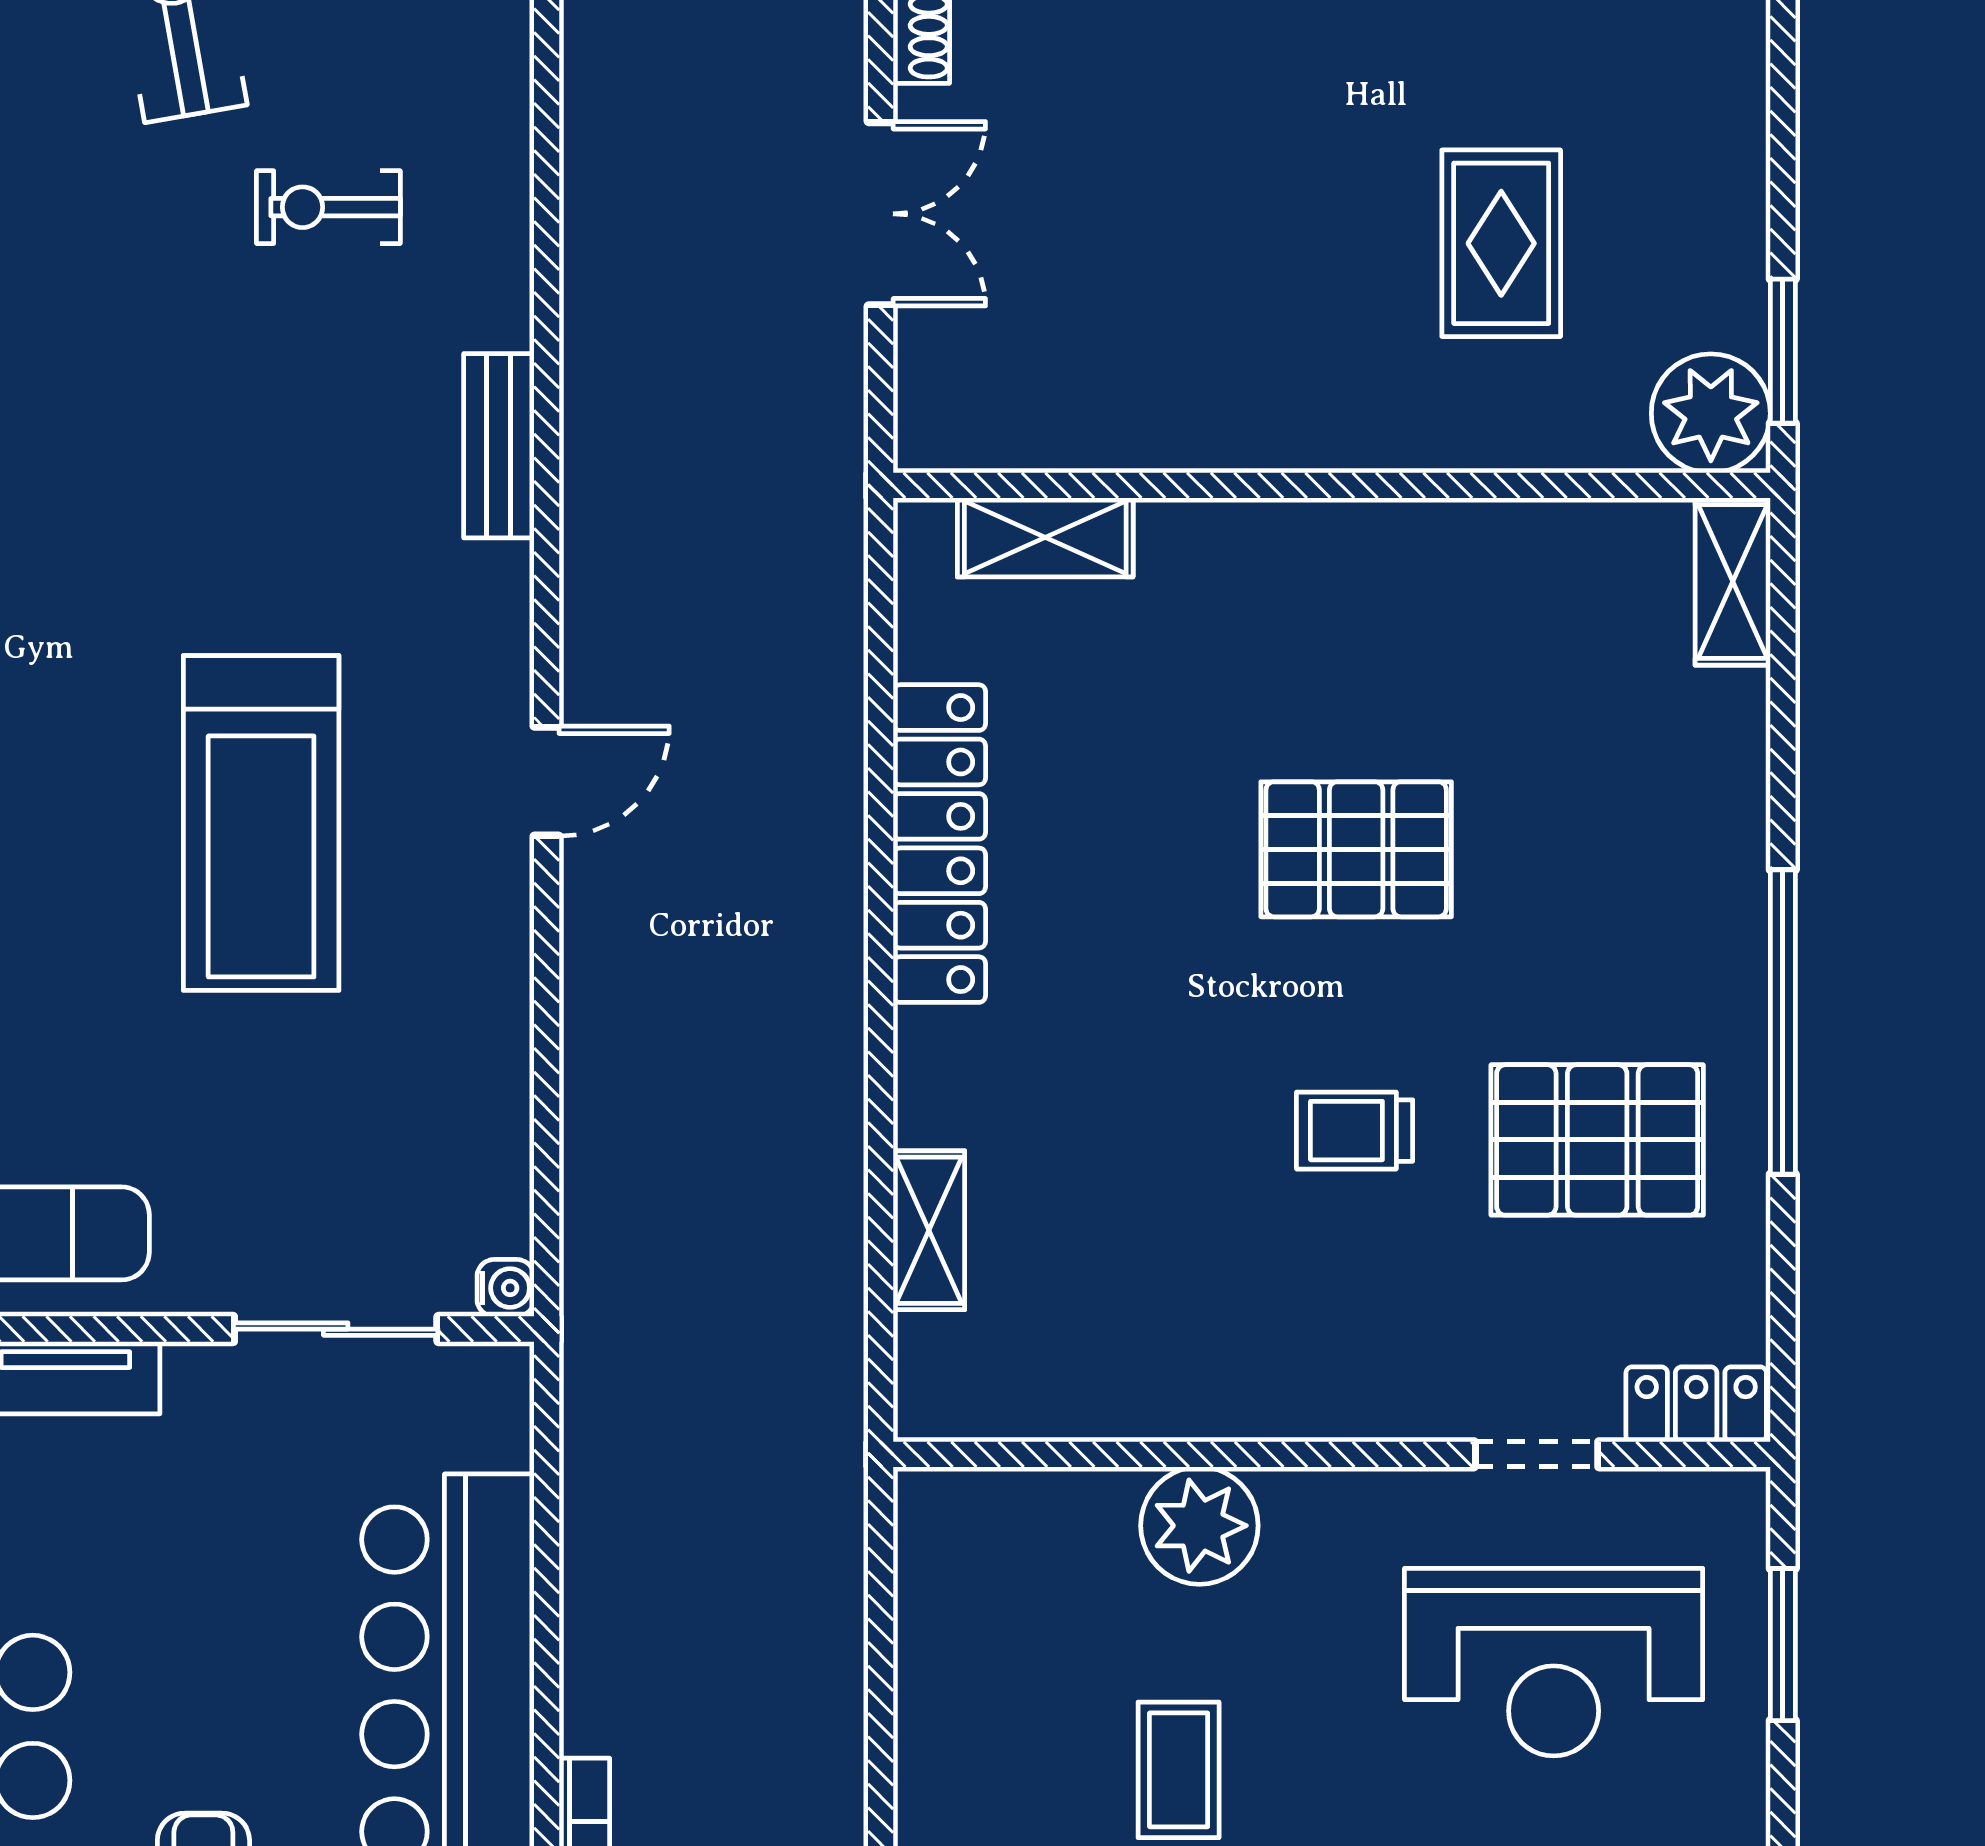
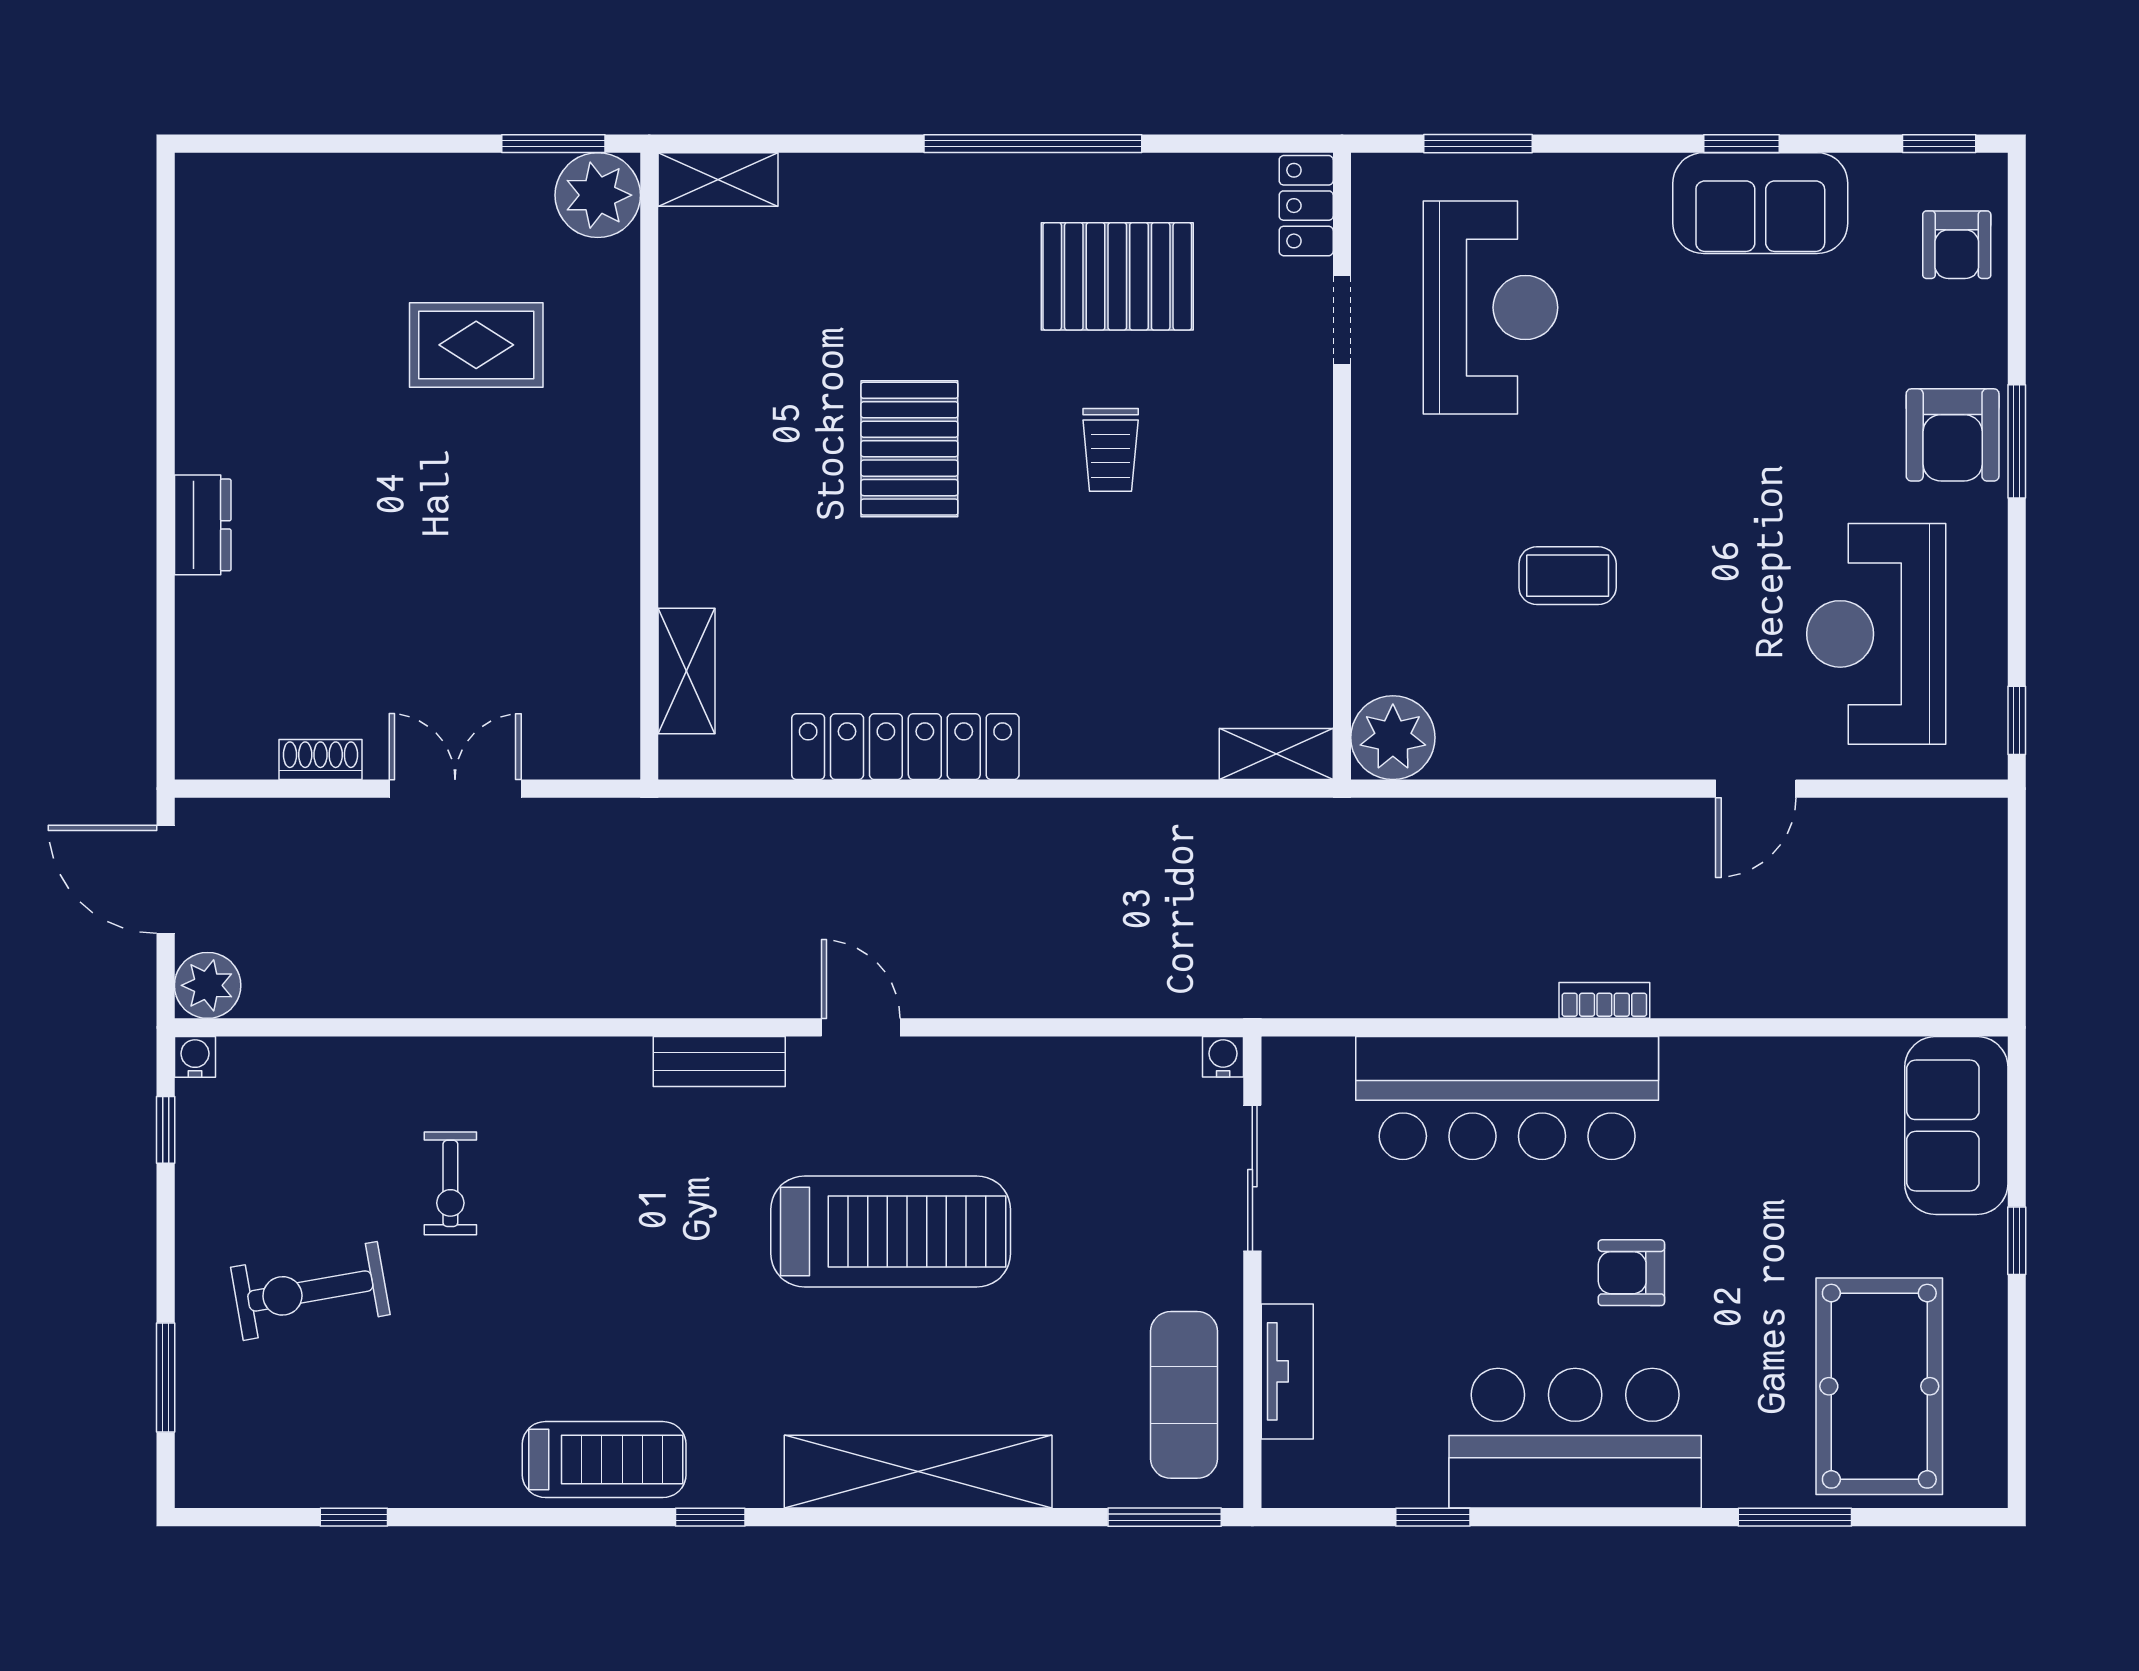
bench: (499, 446) -> (719, 1062), moved
pallet: (1597, 1140) -> (1117, 276), turned 90
shelving: (929, 1230) -> (1276, 754), moved
plant: (1199, 1526) -> (1393, 738), moved

